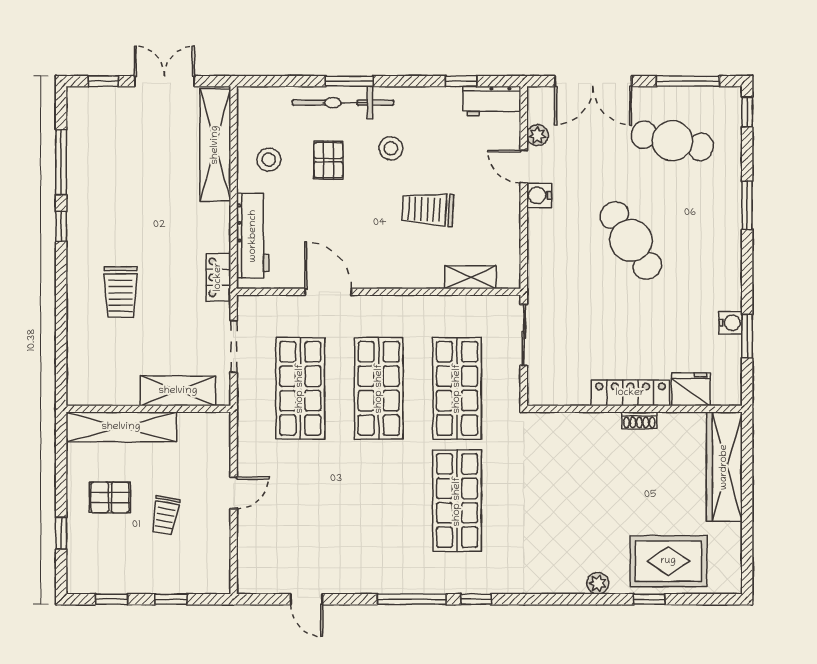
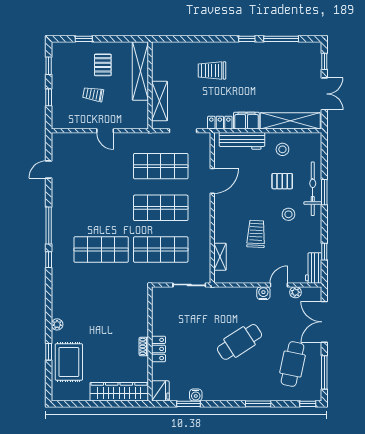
filing cabinet: (215, 227) -> (246, 121), added
fridge: (691, 389) -> (160, 391), moved
locker: (630, 393) -> (158, 349), width x0.66

